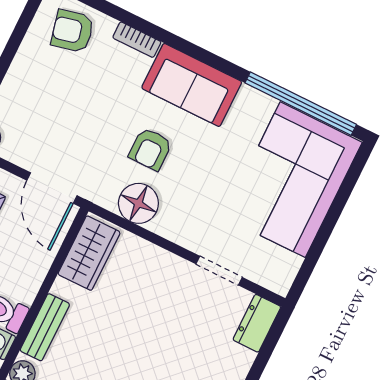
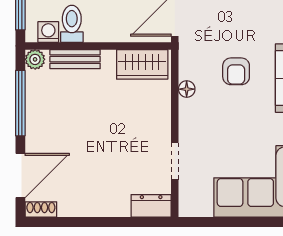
armchair: (150, 149) -> (236, 71), turned -90
floor lamp: (138, 203) -> (187, 89), width x0.53, depth x0.53

